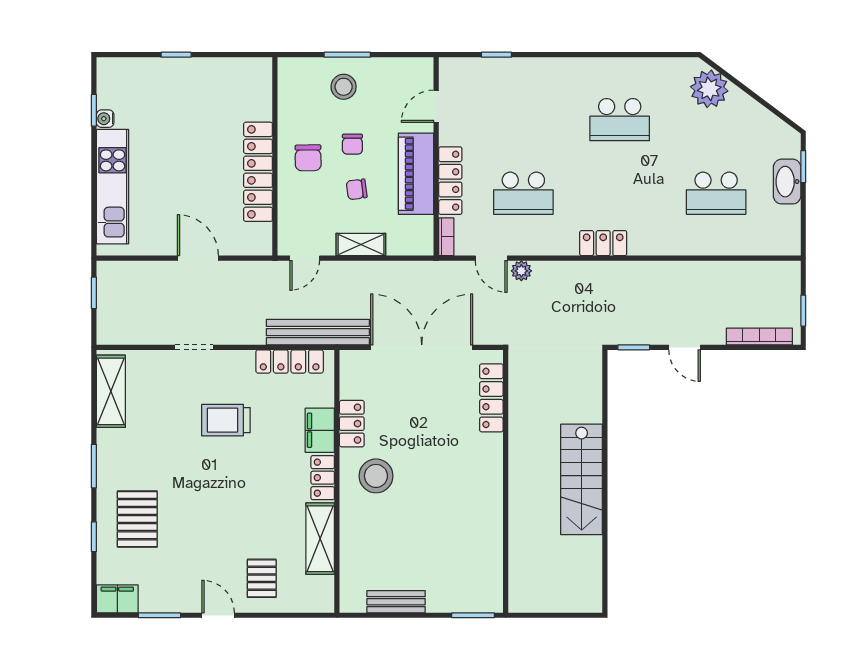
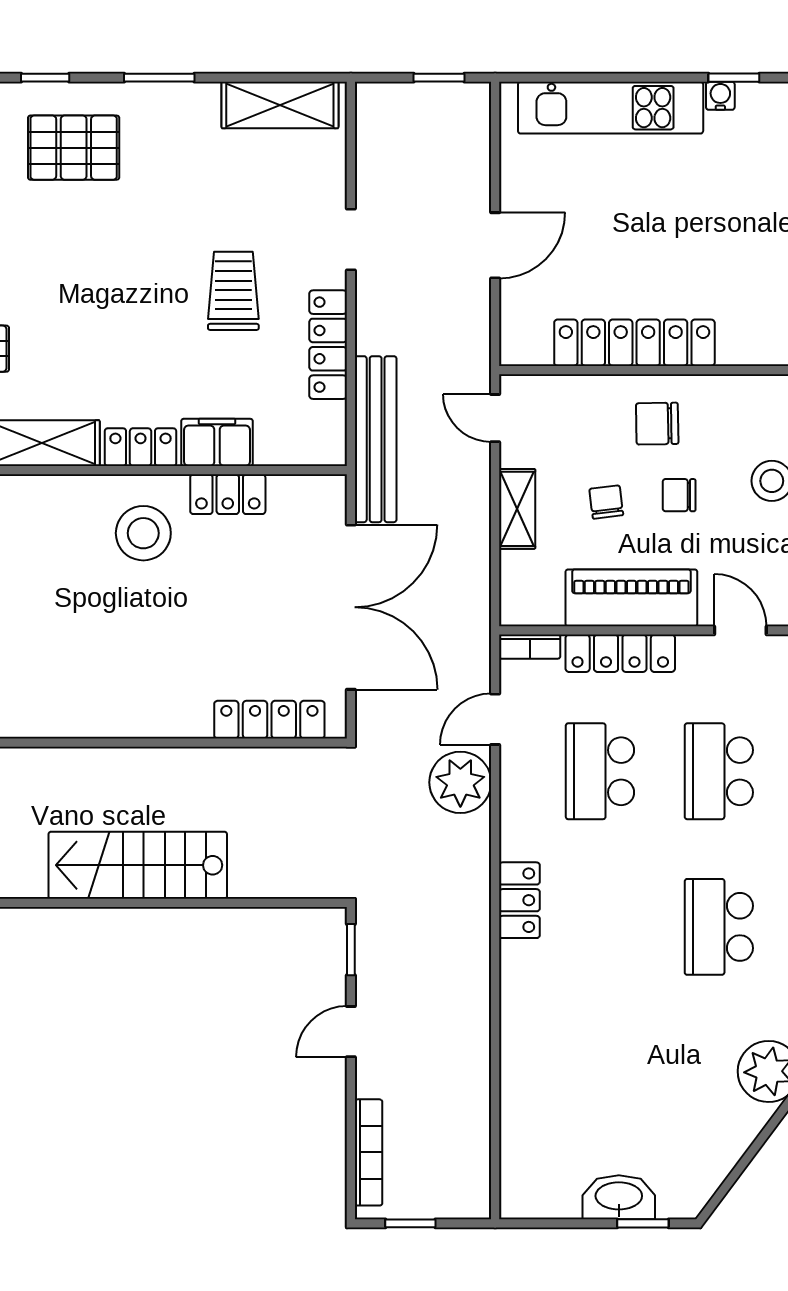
school desk: (716, 193) -> (719, 771), moved
plant: (521, 271) -> (460, 782), width x1.87, depth x1.87
locker: (290, 361) -> (328, 345), moved

